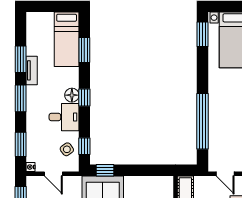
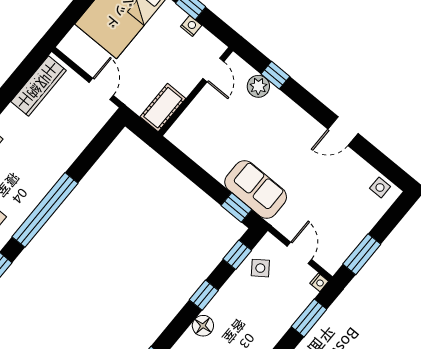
window: (84, 97) -> (204, 295), moved
desk: (64, 117) -> (233, 308), removed
window: (202, 121) -> (45, 210), moved

